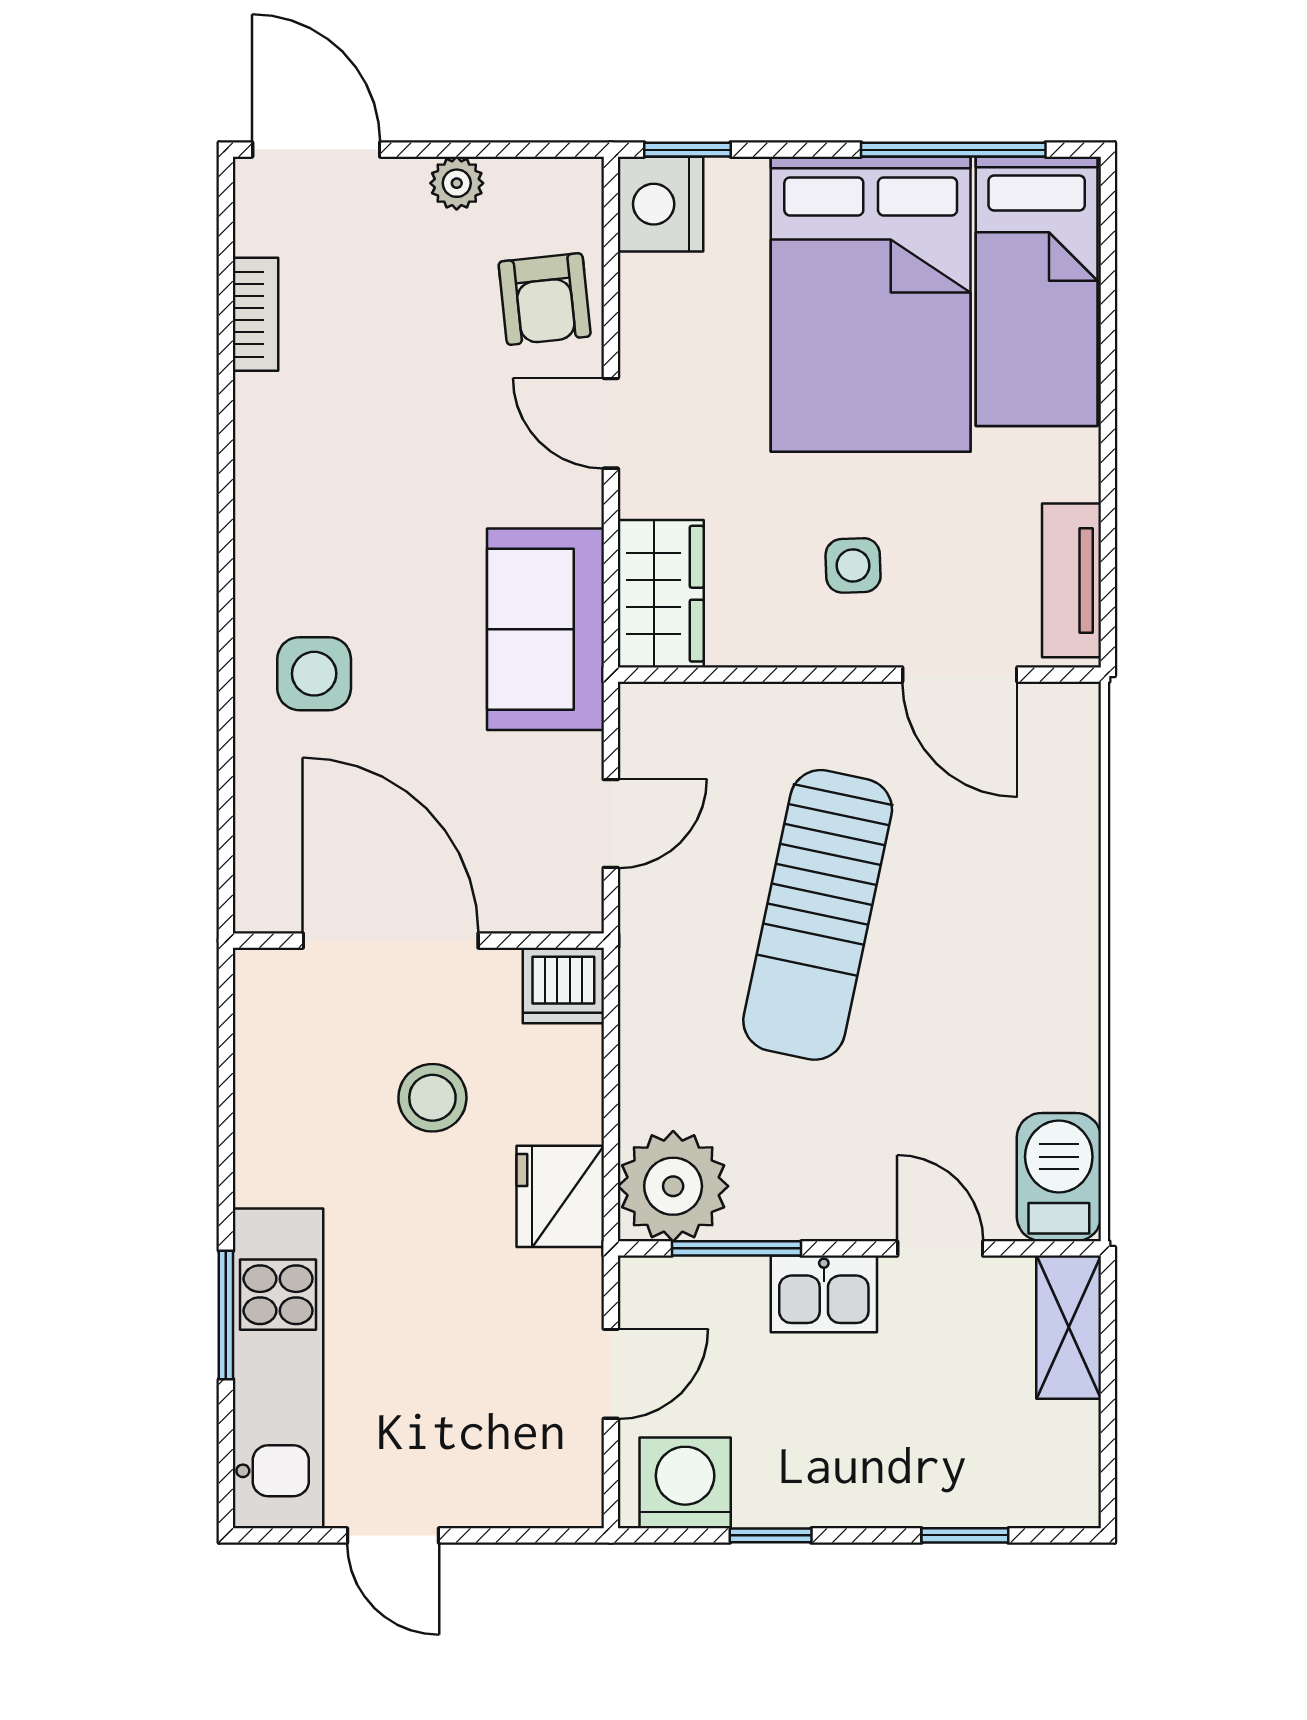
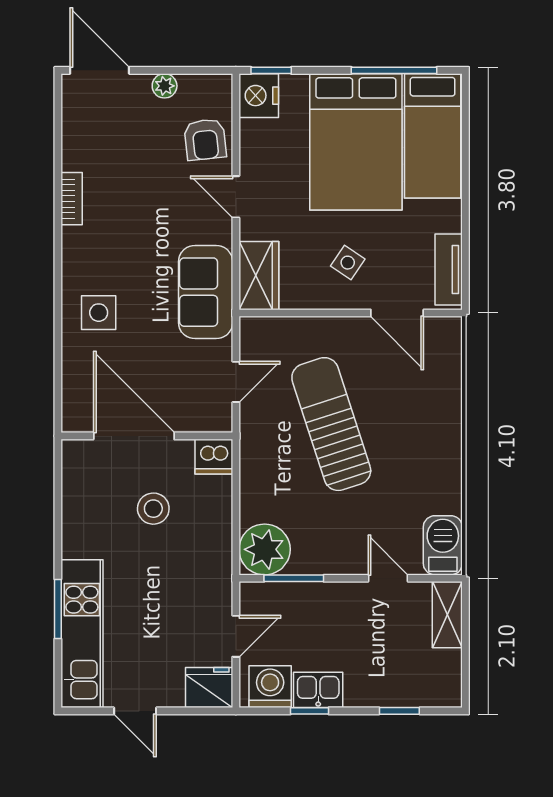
bookcase: (256, 314) -> (72, 199), moved
side table: (853, 565) -> (348, 263), turned 36
sun lounger: (818, 915) -> (331, 424), turned 150
fridge: (560, 1196) -> (209, 687), moved, turned 90
kitchen sink: (824, 1294) -> (318, 690), moved, turned 180

